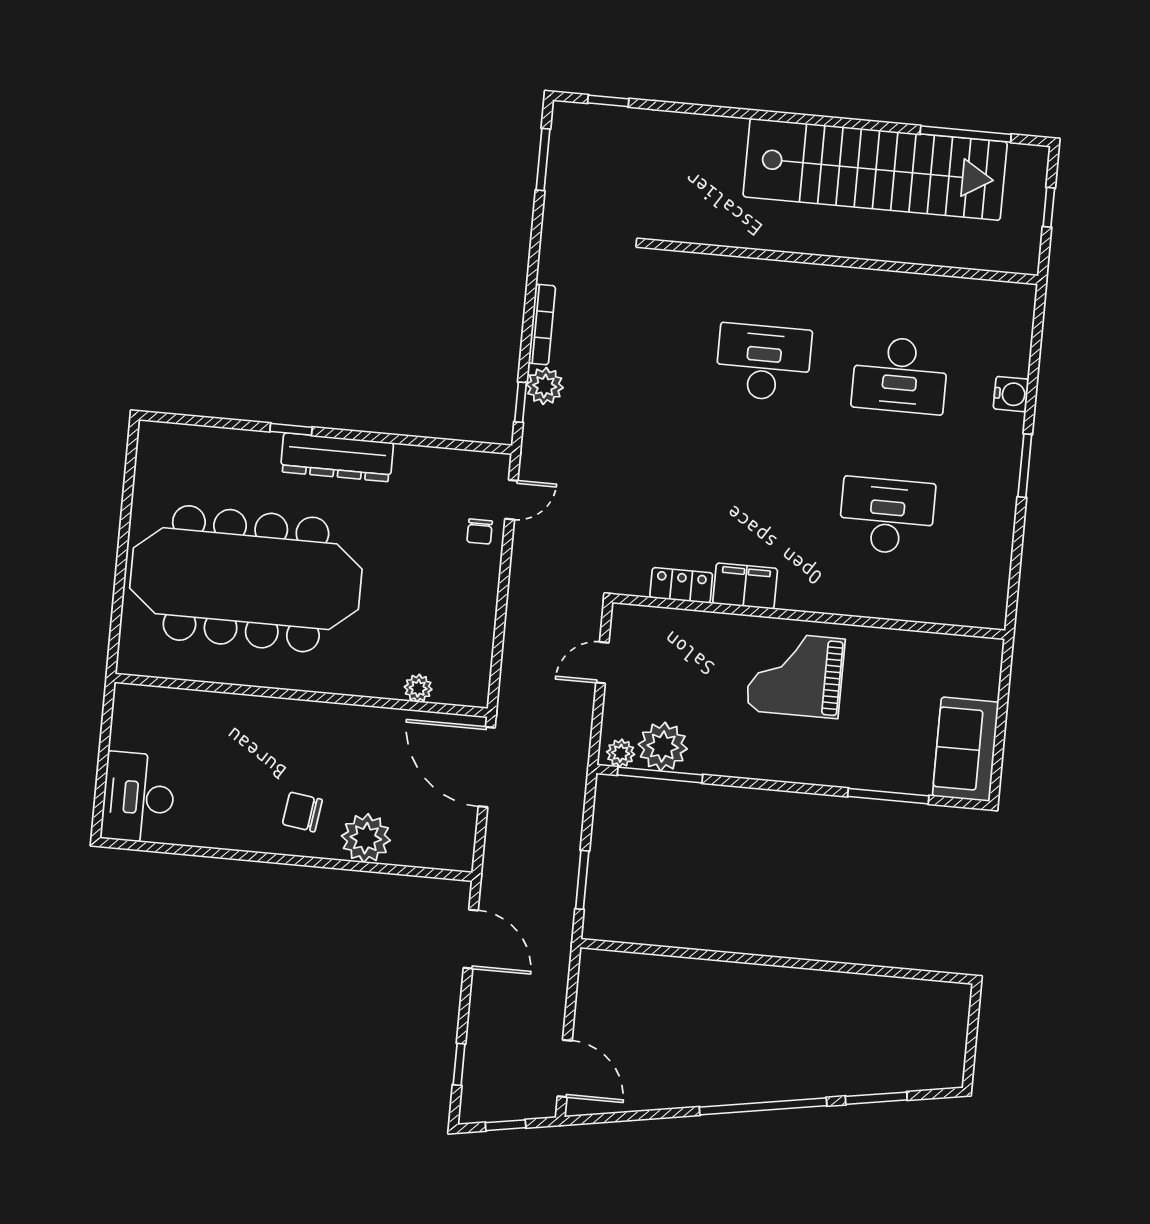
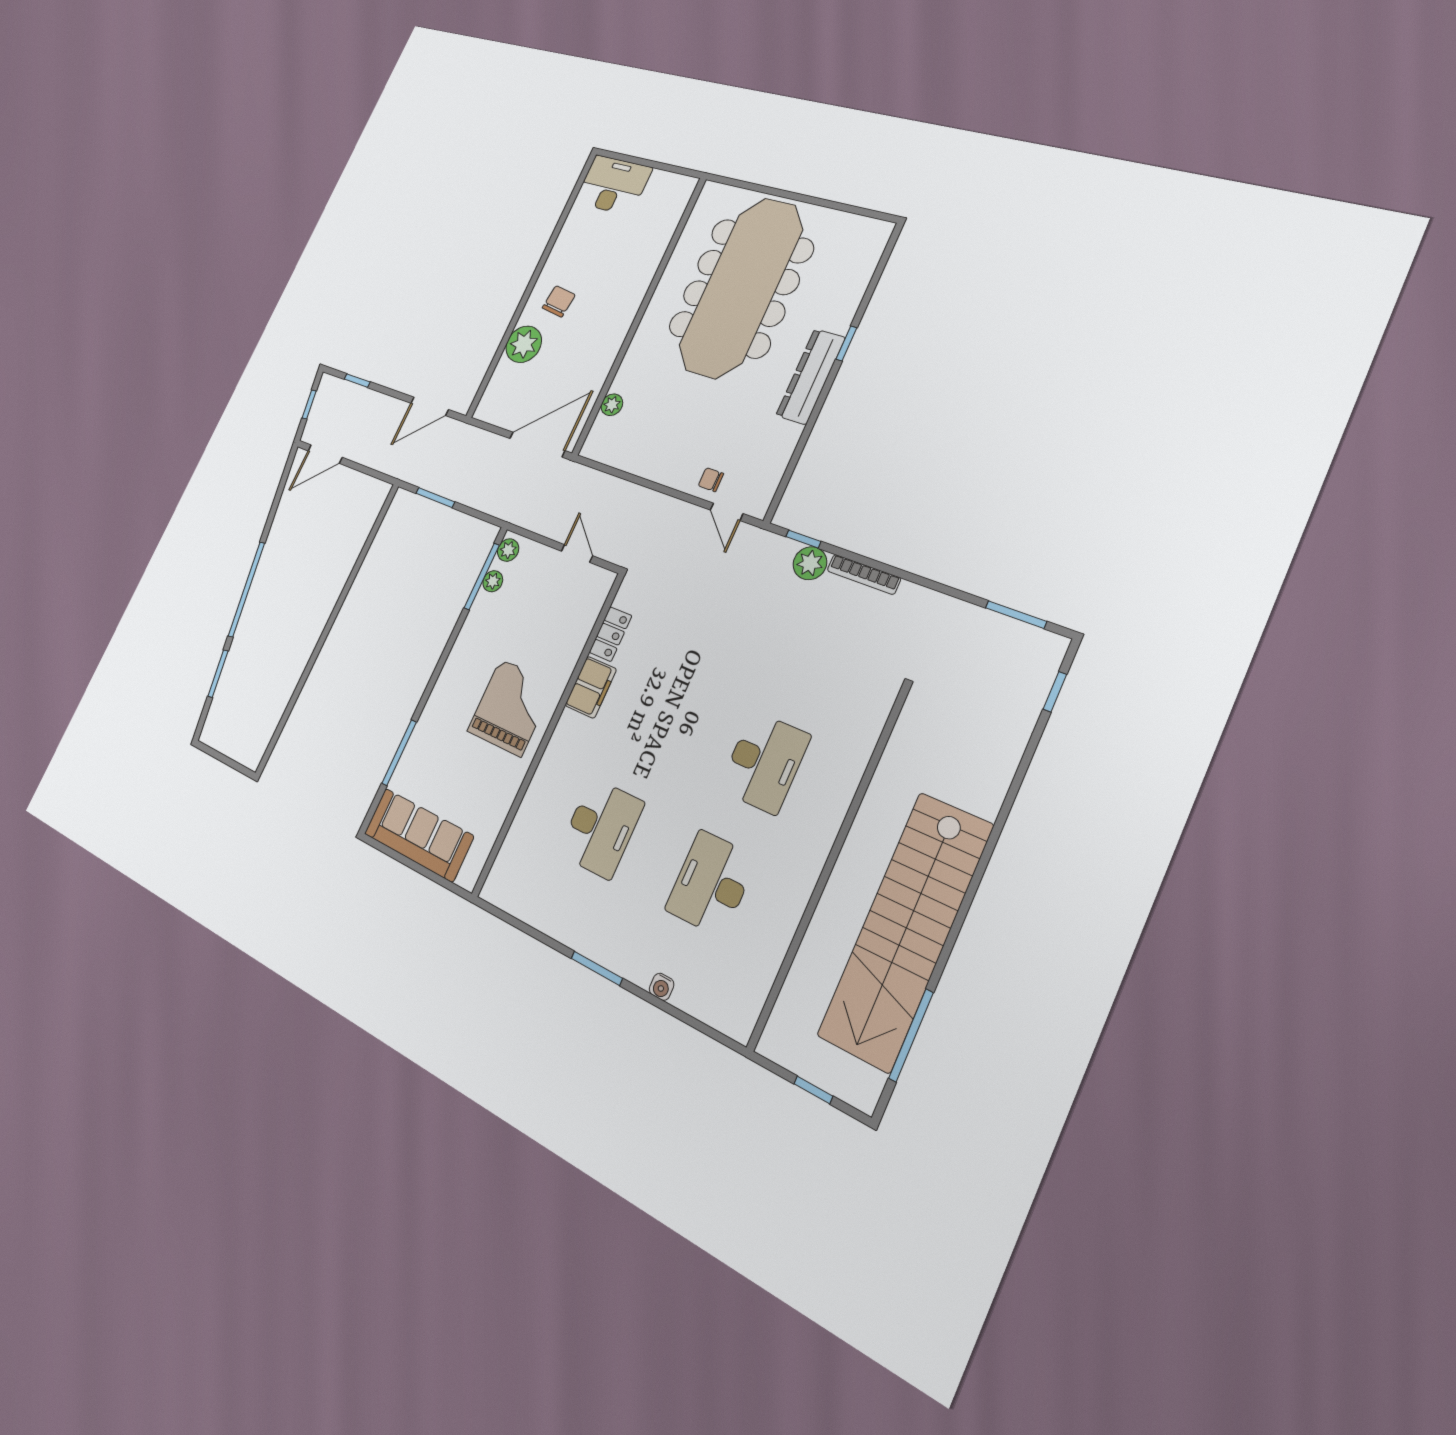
water cooler: (1011, 394) -> (662, 987), width x0.72, depth x0.72
plant: (663, 747) -> (493, 581), width x0.53, depth x0.53
sofa: (966, 749) -> (418, 835), width x1.36

